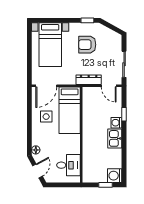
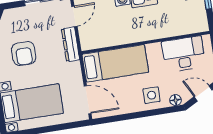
side table: (46, 117) -> (152, 95), moved
desk: (68, 165) -> (184, 54), width x1.37

